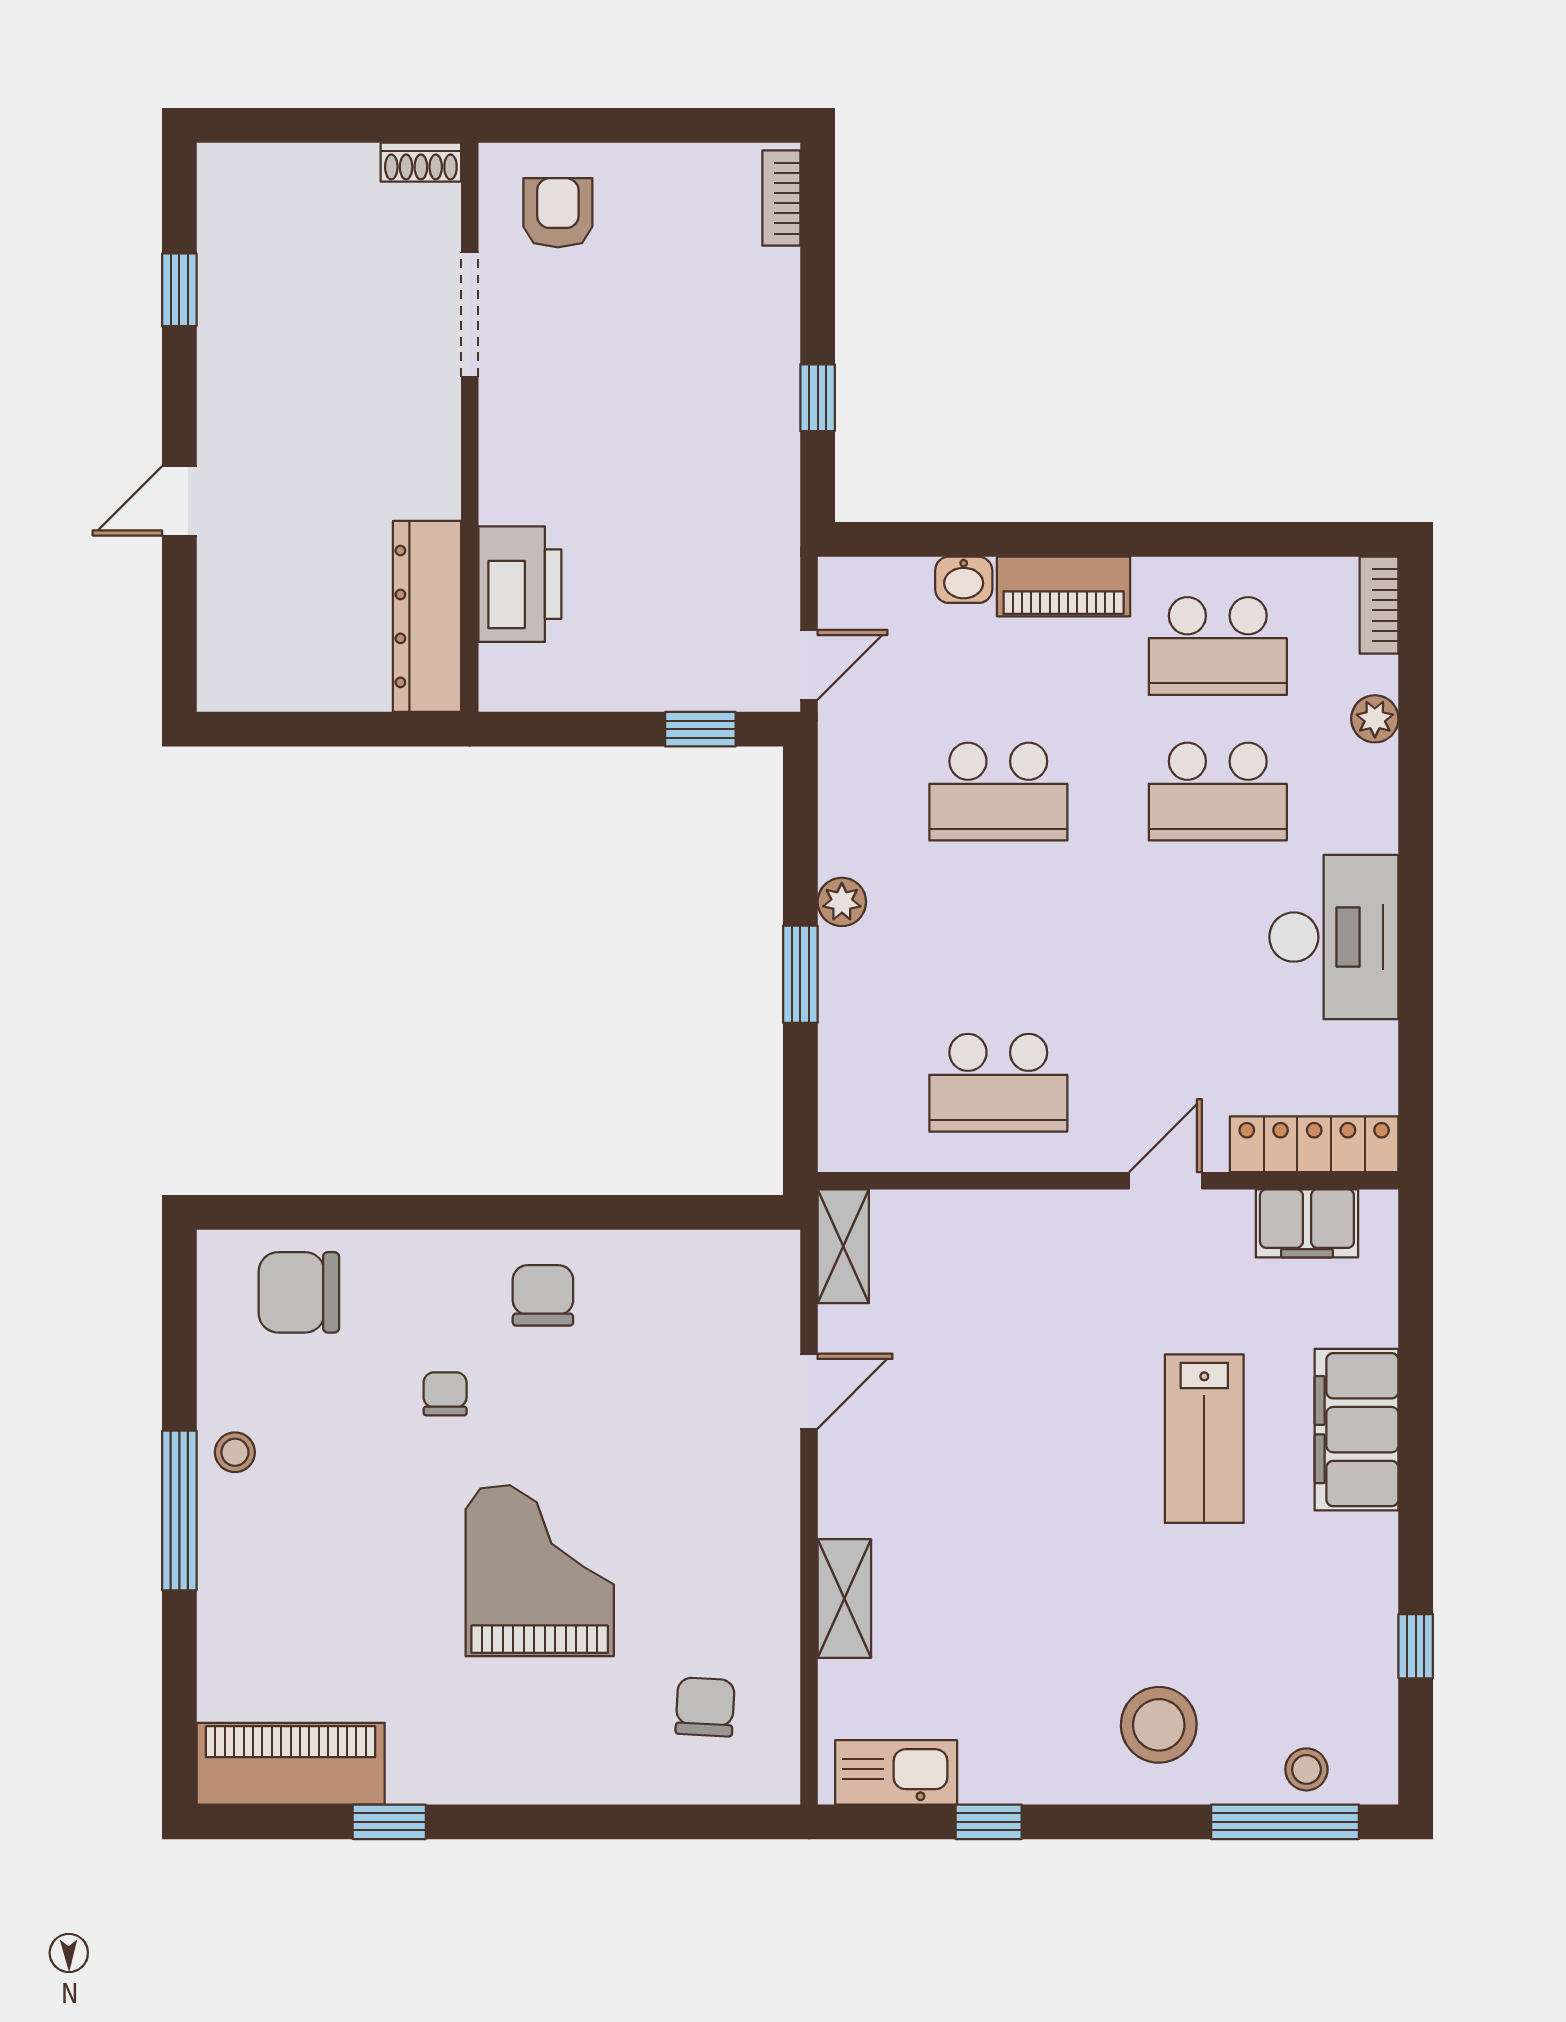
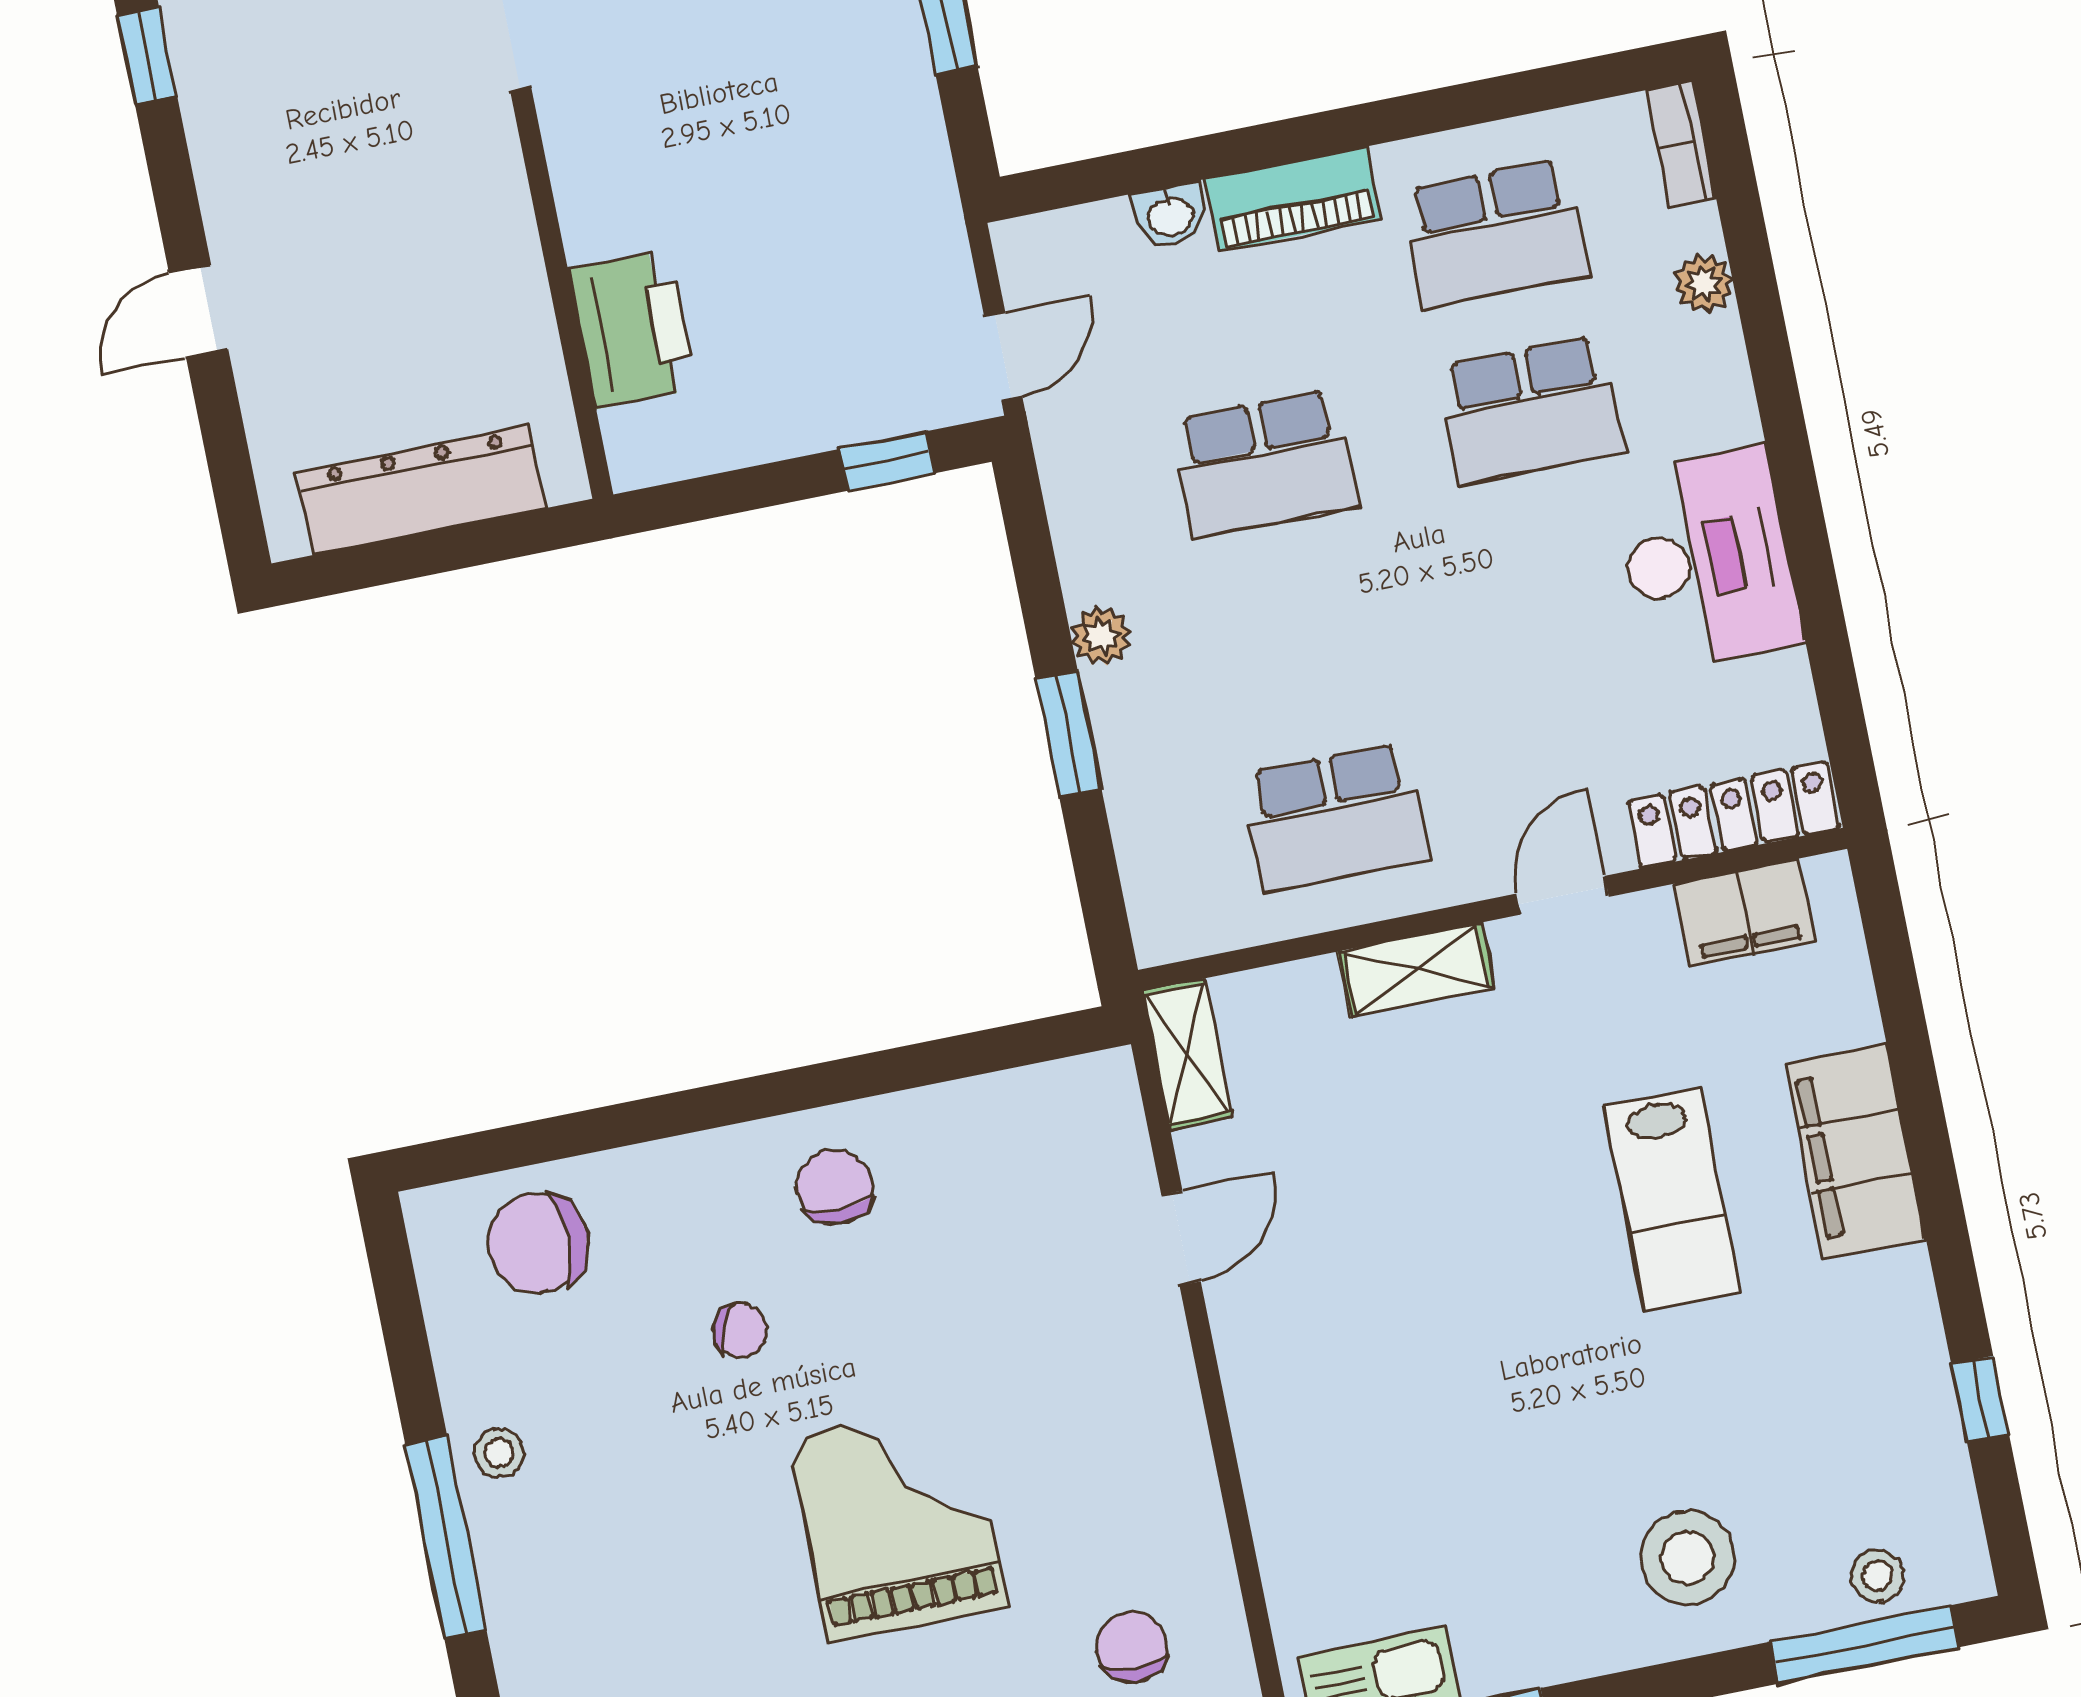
dresser: (427, 616) -> (421, 490), moved, turned 90
chair: (445, 1394) -> (740, 1330), turned 113
shelving: (844, 1599) -> (1416, 969), moved, turned 90

